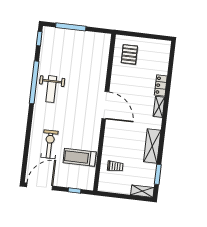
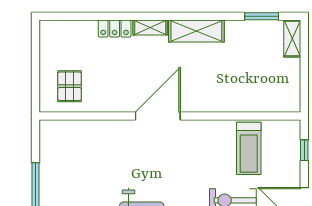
pallet: (129, 54) -> (70, 86), turned 90
shelving: (152, 146) -> (196, 31), moved
trolley: (115, 166) -> (257, 88), removed

